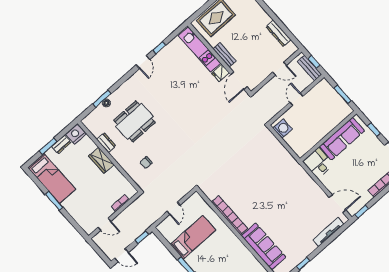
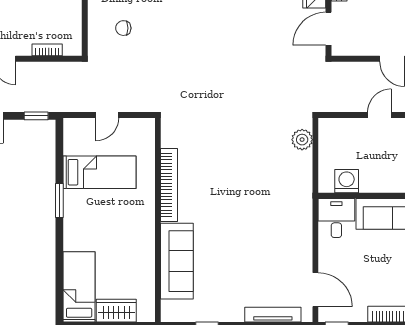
washing machine: (282, 129) -> (347, 181), moved, turned -90
plant: (271, 141) -> (302, 140), added

